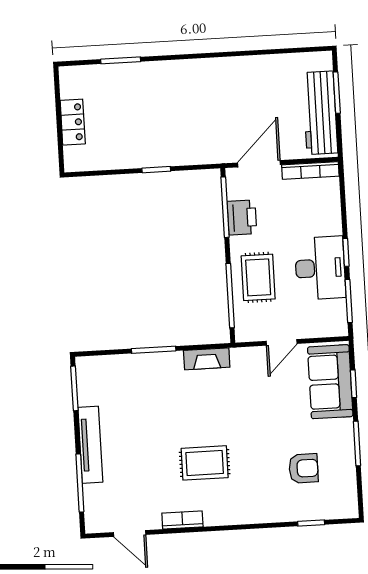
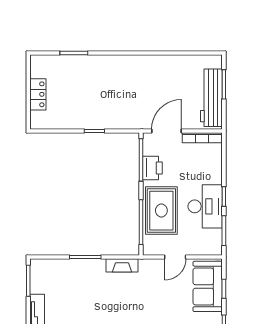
rug: (258, 277) -> (161, 211), width x1.36, depth x1.43

